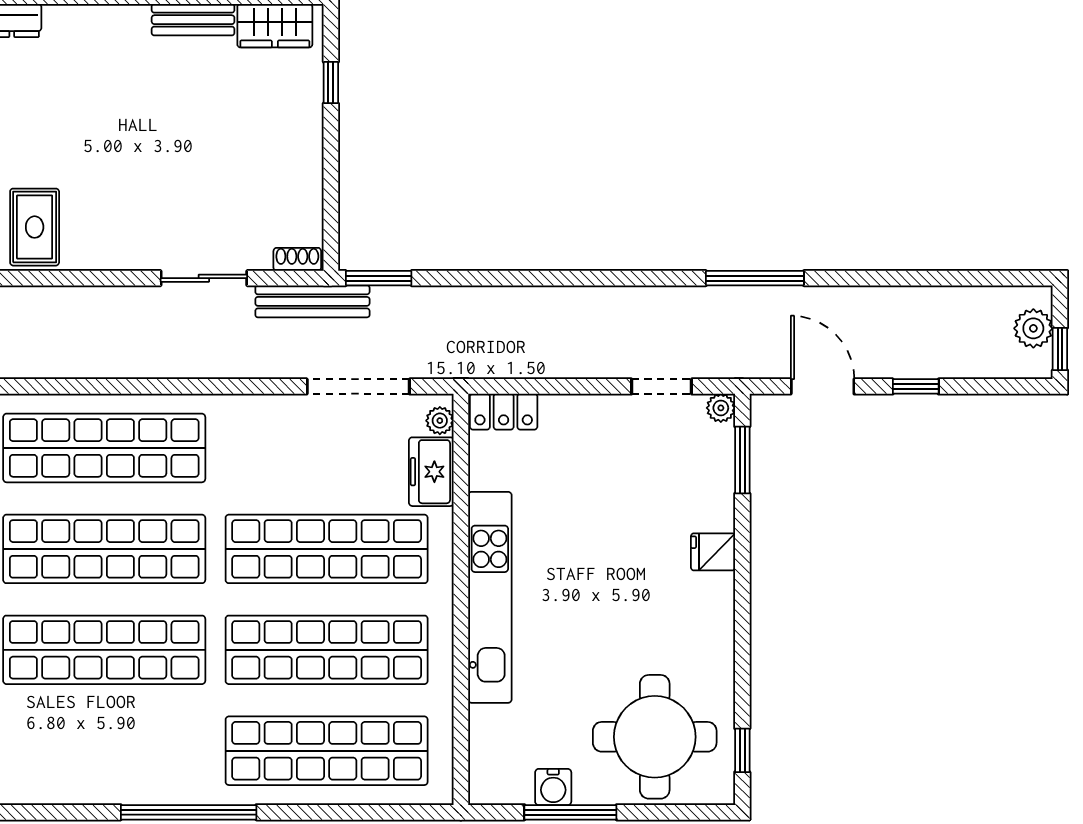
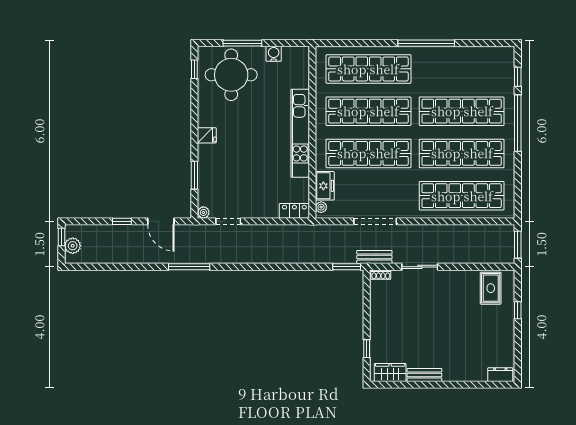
bench: (312, 301) -> (374, 257), width x0.73
doorway: (358, 386) -> (375, 221), moved
window: (742, 460) -> (194, 175), moved
fridge: (713, 552) -> (207, 135), moved
window: (570, 812) -> (242, 43), moved

